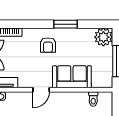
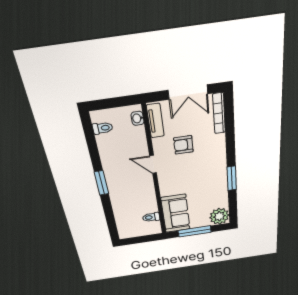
armchair: (48, 45) -> (183, 145), moved
sofa: (72, 77) -> (176, 214), moved

